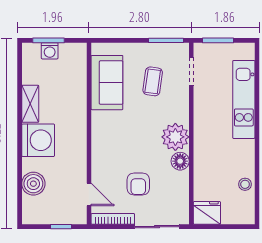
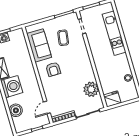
plant: (175, 137) -> (91, 89), moved
floor lamp: (180, 161) -> (90, 76), removed
armchair: (138, 184) -> (53, 69), moved
door: (89, 194) -> (47, 107), swing flipped

